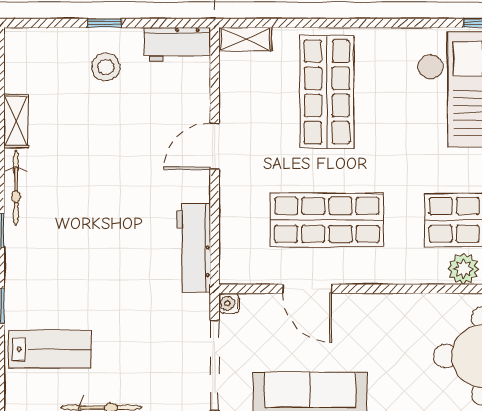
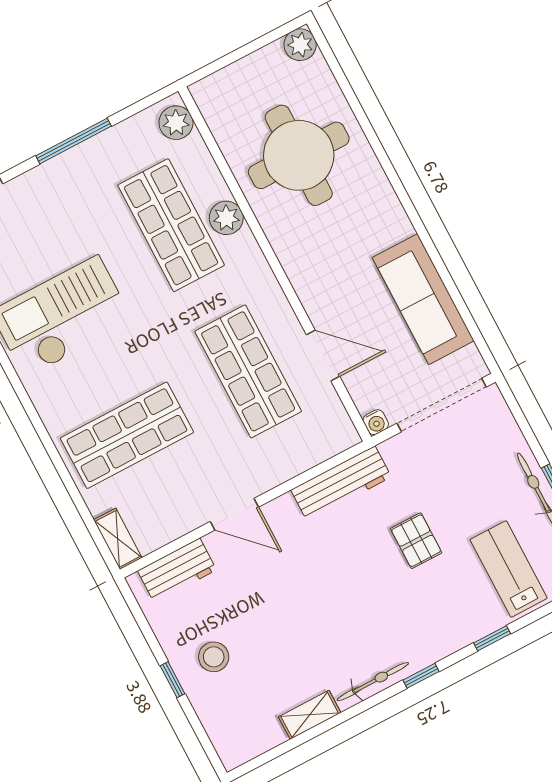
workbench: (177, 44) -> (177, 570), moved, turned 90
pallet: (114, 285) -> (416, 541), added
door: (307, 289) -> (323, 355), hinge flipped

